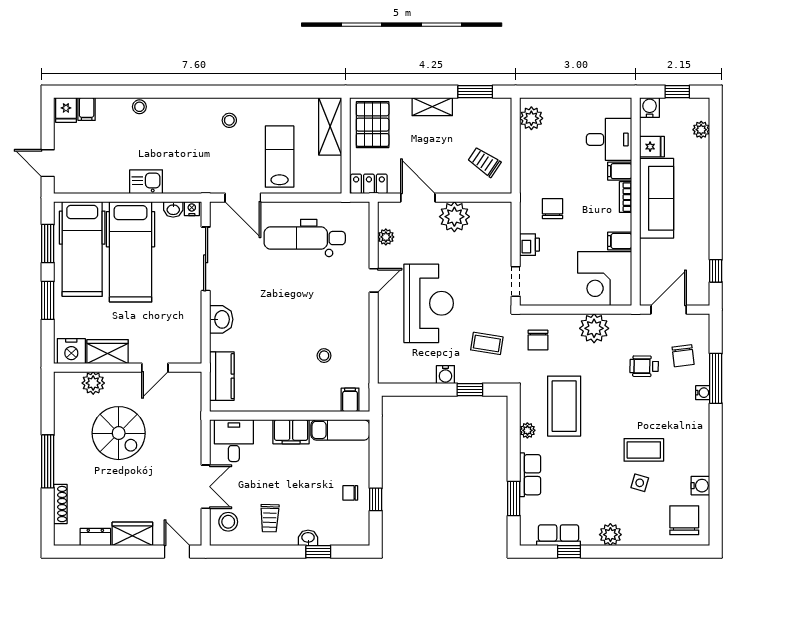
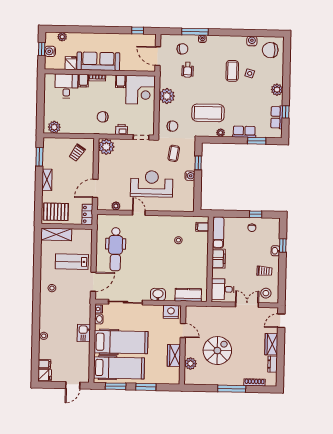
water cooler: (650, 107) -> (50, 51), moved
plant: (454, 217) -> (106, 147), moved
nightstand: (71, 351) -> (171, 312), moved, turned -90

